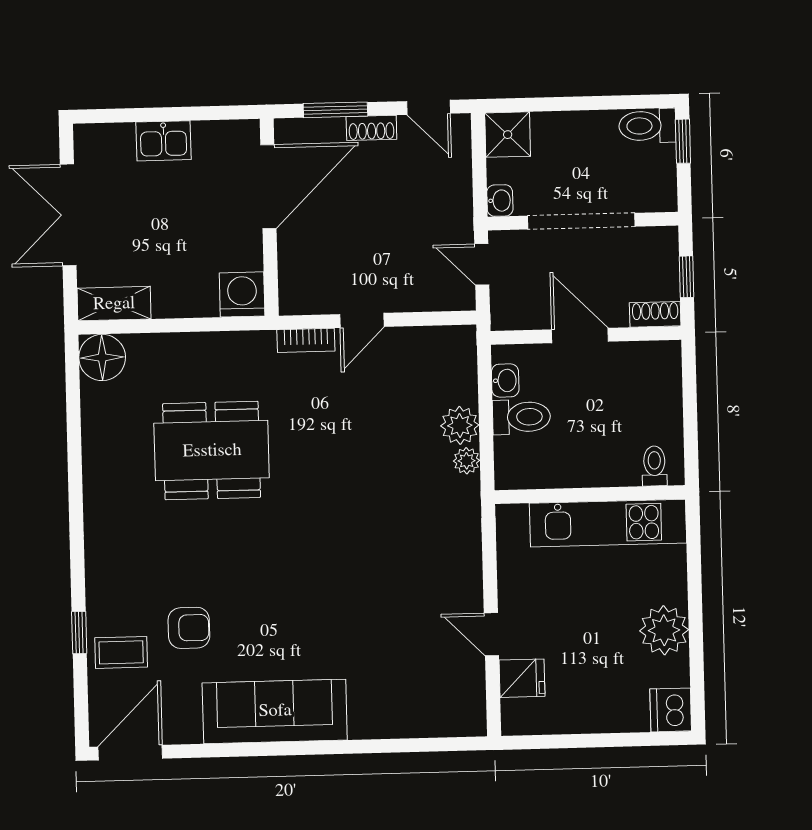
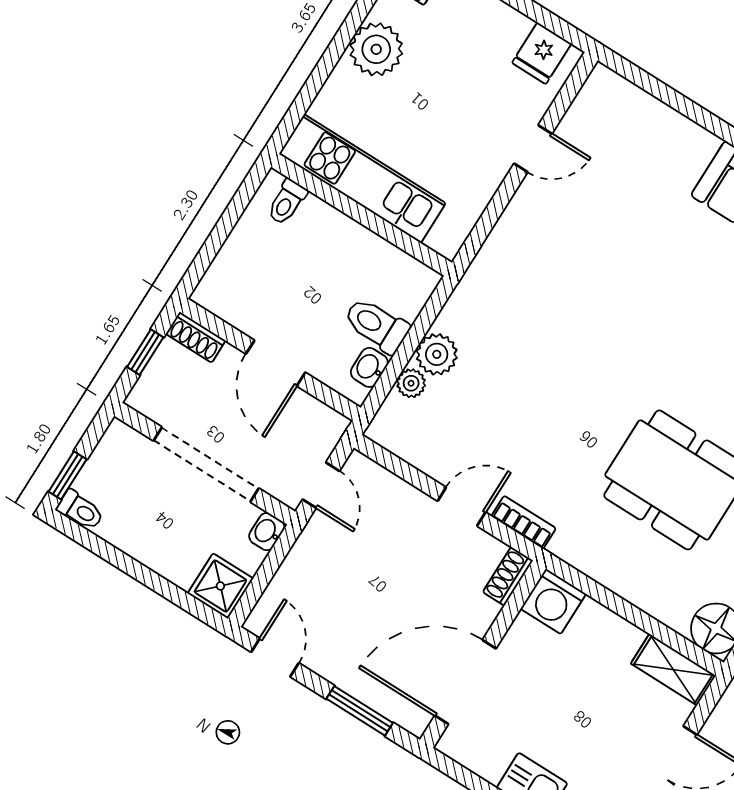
toilet: (647, 126) -> (80, 510), width x0.73, depth x0.72
shoe rack: (371, 128) -> (508, 576), moved, turned -90
plant: (467, 461) -> (411, 383), moved
door: (491, 634) -> (533, 149), hinge flipped
fridge: (522, 678) -> (542, 53), moved, turned -90

